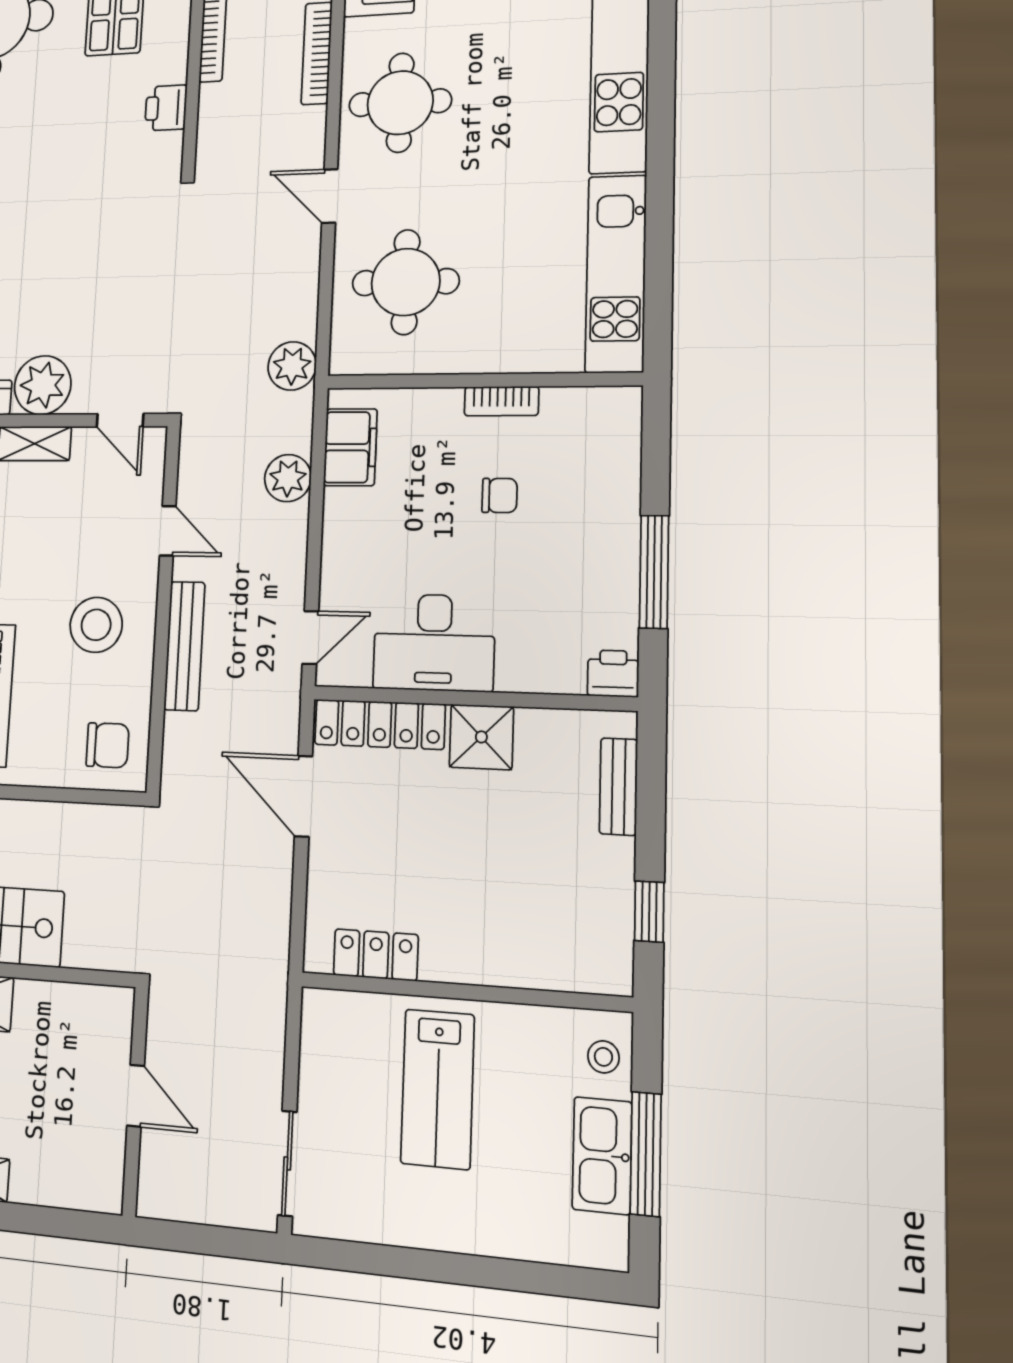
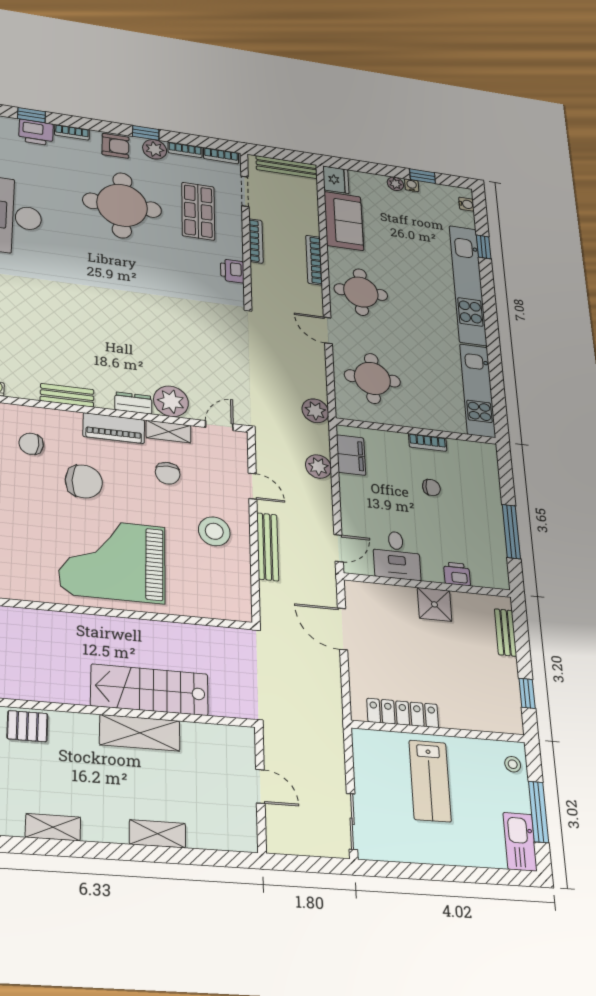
door: (120, 420) -> (219, 426), swing flipped
desk: (434, 642) -> (397, 555), width x0.73
printer: (613, 673) -> (457, 574), moved
locker: (380, 724) -> (381, 595), removed
chair: (108, 745) -> (168, 473), moved, turned 90
locker: (376, 955) -> (403, 713), width x1.53
kitchen sink: (602, 1156) -> (520, 842), moved

